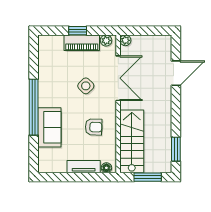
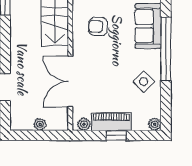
plant: (43, 40) -> (155, 124), added
plant: (125, 40) -> (40, 124), moved
side table: (86, 86) -> (144, 82), moved

